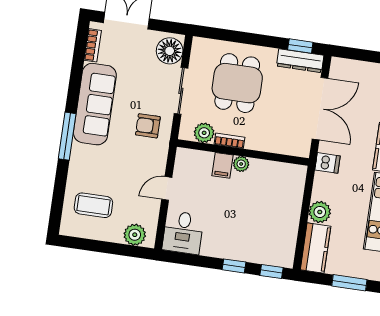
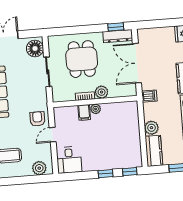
double door: (320, 109) -> (137, 63), swing flipped
armchair: (148, 126) -> (37, 119), moved, turned 90
plant: (204, 133) -> (102, 92), moved

